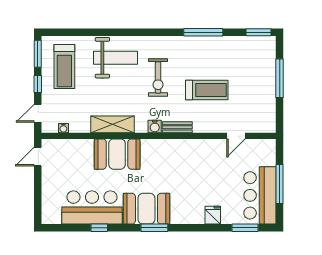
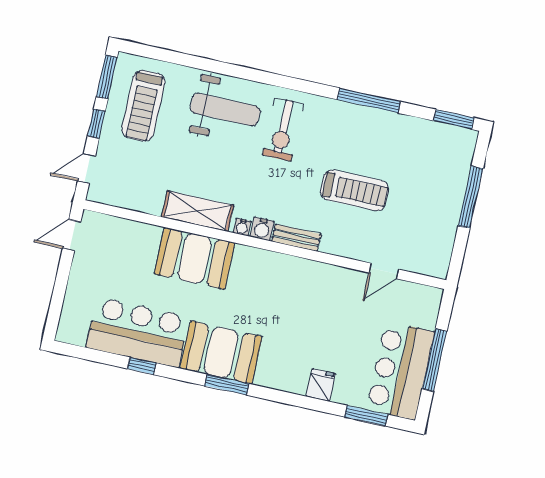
exercise bike: (158, 78) -> (283, 129), moved
water cooler: (63, 128) -> (242, 227), moved

